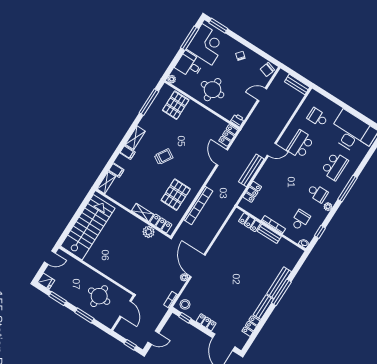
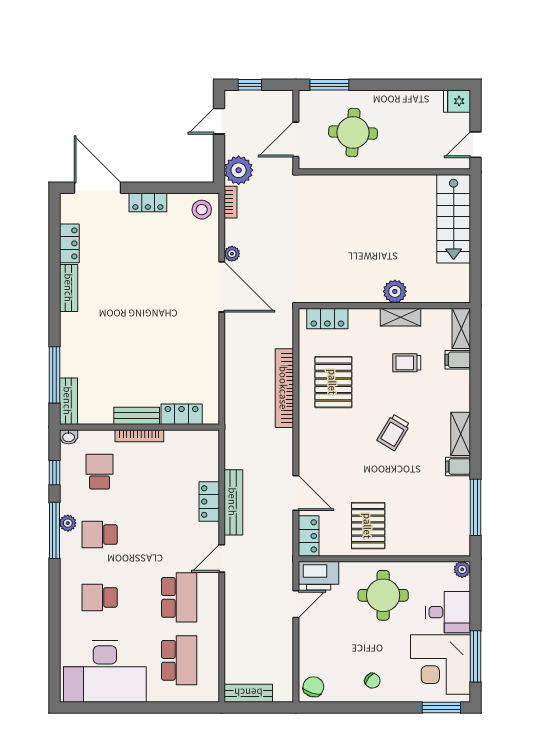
door: (262, 95) -> (296, 604), moved
pallet: (176, 105) -> (368, 526), moved
school desk: (318, 117) -> (179, 660), width x1.85
printer: (238, 120) -> (319, 576), width x1.87, depth x1.48
filing cabinet: (128, 152) -> (458, 466), moved
school desk: (335, 166) -> (100, 597), width x0.54
trolley: (139, 183) -> (407, 363), added
window: (348, 189) -> (54, 530), moved
locker: (252, 192) -> (209, 502), moved
shelving: (142, 213) -> (401, 317), moved
school desk: (300, 220) -> (100, 472), turned 180
stairs: (88, 227) -> (454, 219), width x0.73, depth x0.66
plant: (149, 232) -> (395, 291), moved
bench: (279, 283) -> (68, 401), moved, width x0.73
window: (281, 292) -> (54, 375), moved
window: (58, 298) -> (419, 85), removed
door: (126, 309) -> (296, 139), hinge flipped
plant: (158, 311) -> (239, 170), added
window: (84, 315) -> (329, 85), moved
window: (185, 318) -> (188, 188), removed

